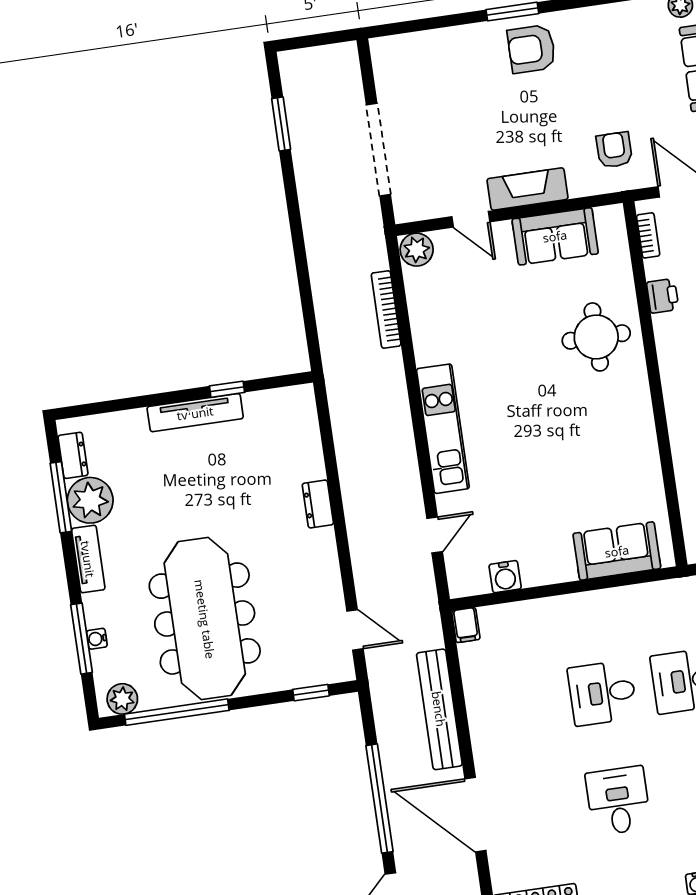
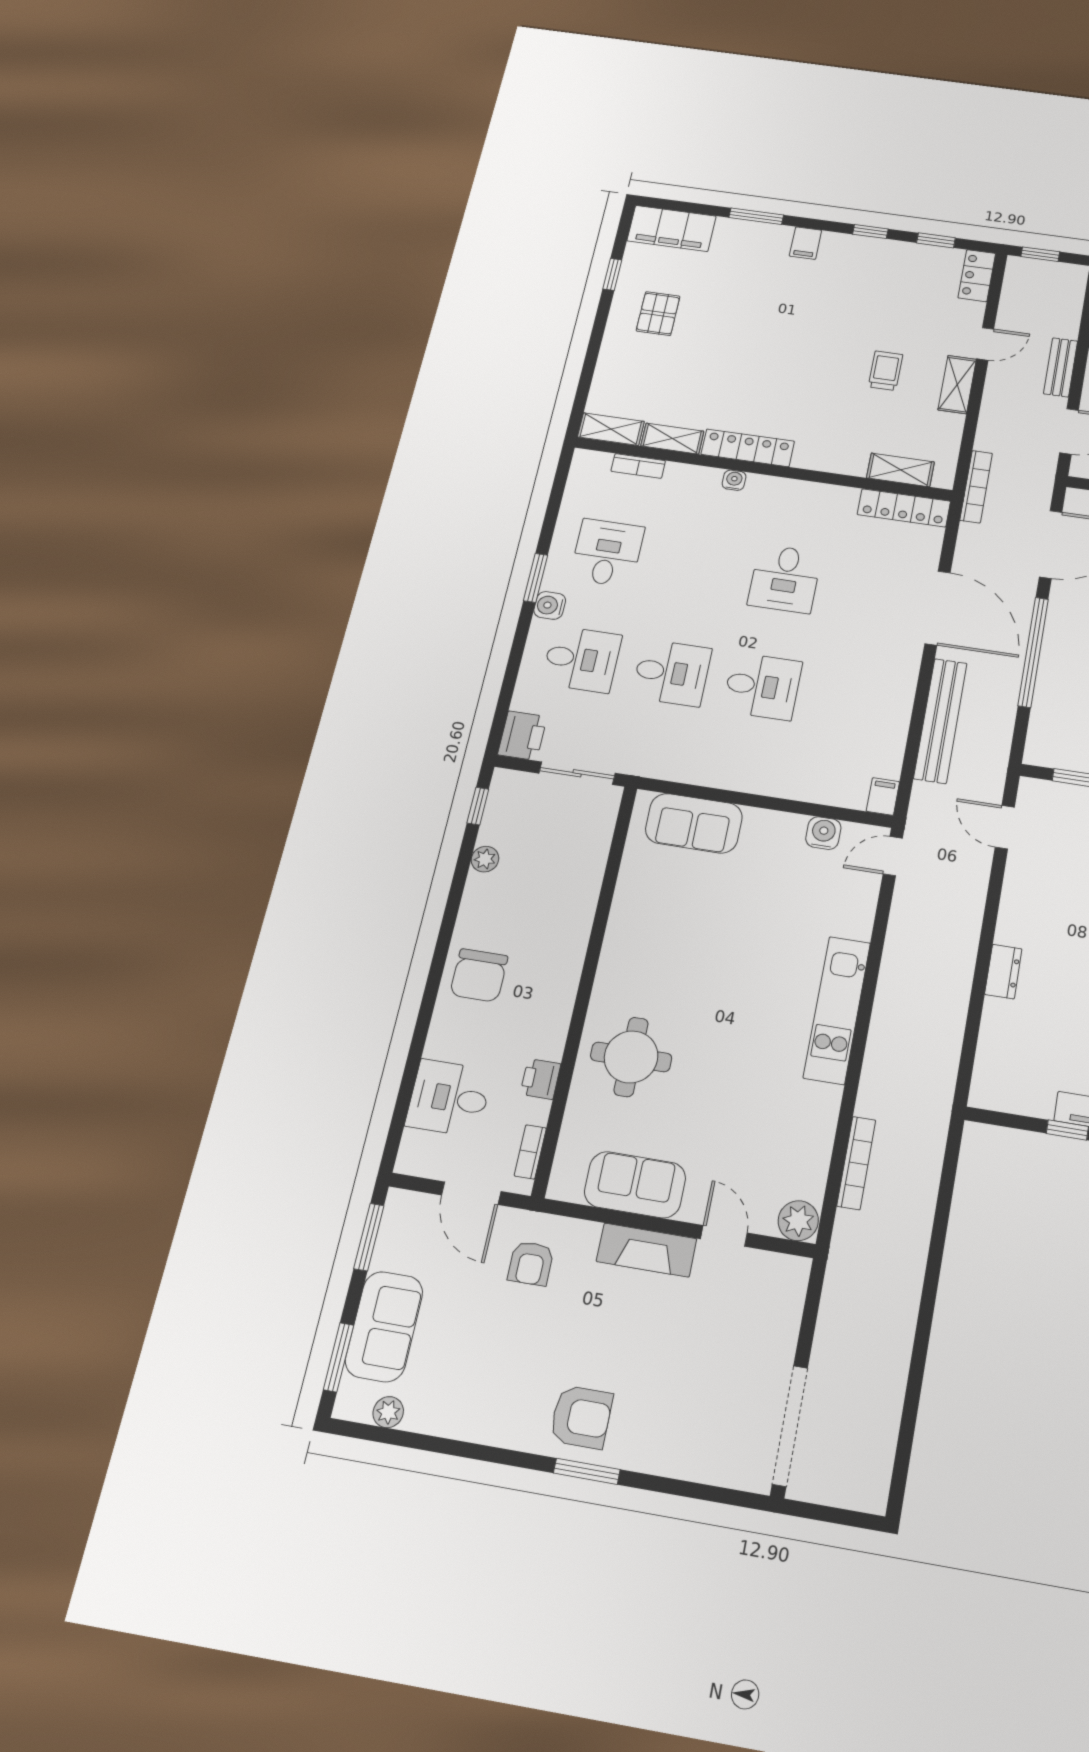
window: (281, 124) -> (908, 1424), removed
doorway: (378, 150) -> (790, 1426), moved
door: (435, 535) -> (893, 856), moved

